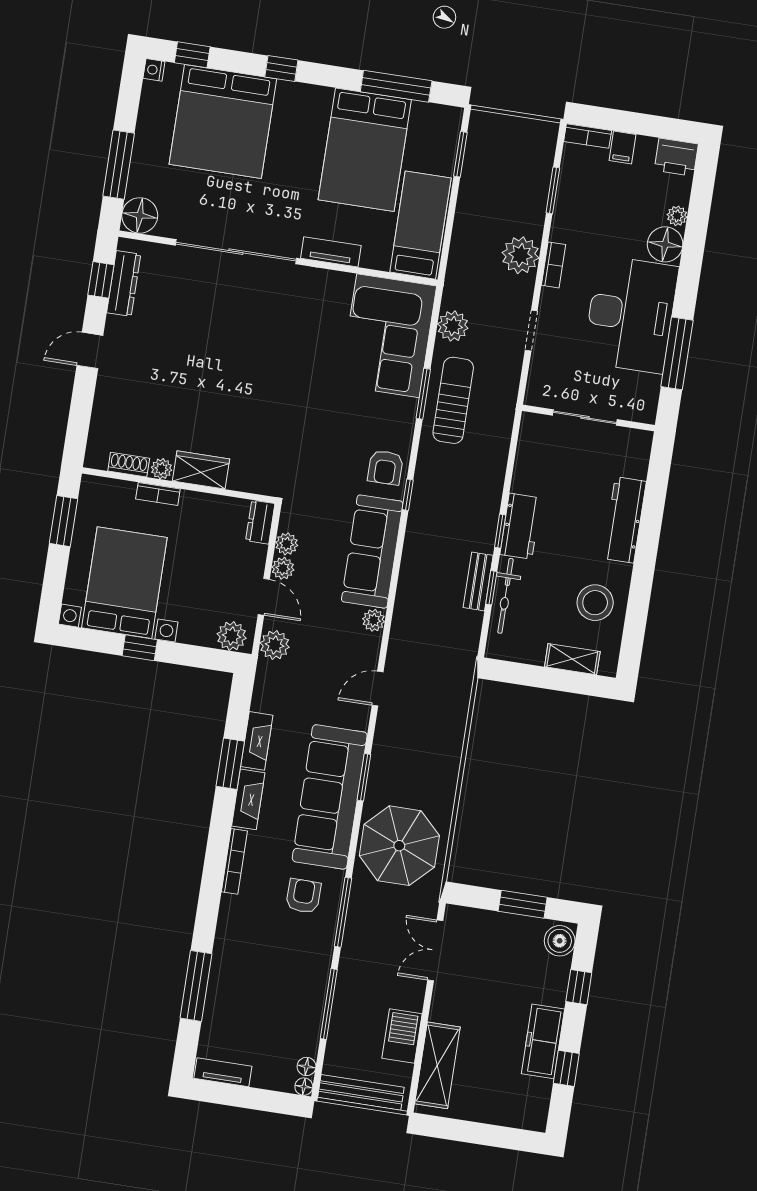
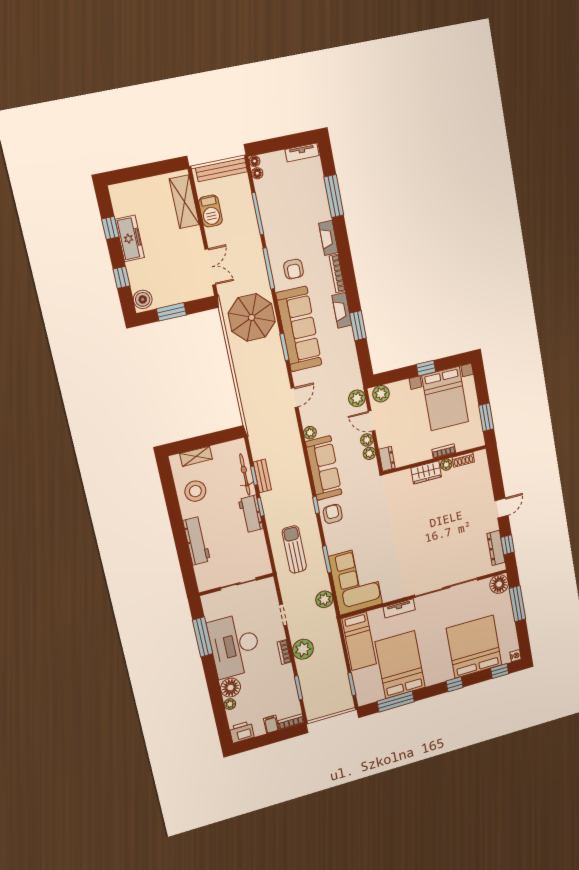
sun lounger: (453, 400) -> (294, 549), moved, turned 180
fireplace: (257, 741) -> (328, 238), moved

